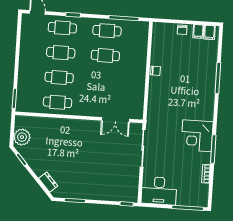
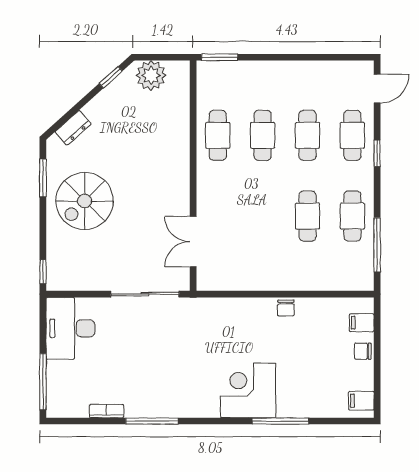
filing cabinet: (198, 31) -> (362, 323), moved
corner desk: (197, 136) -> (248, 390), moved
spiral stairs: (89, 178) -> (85, 201), added

